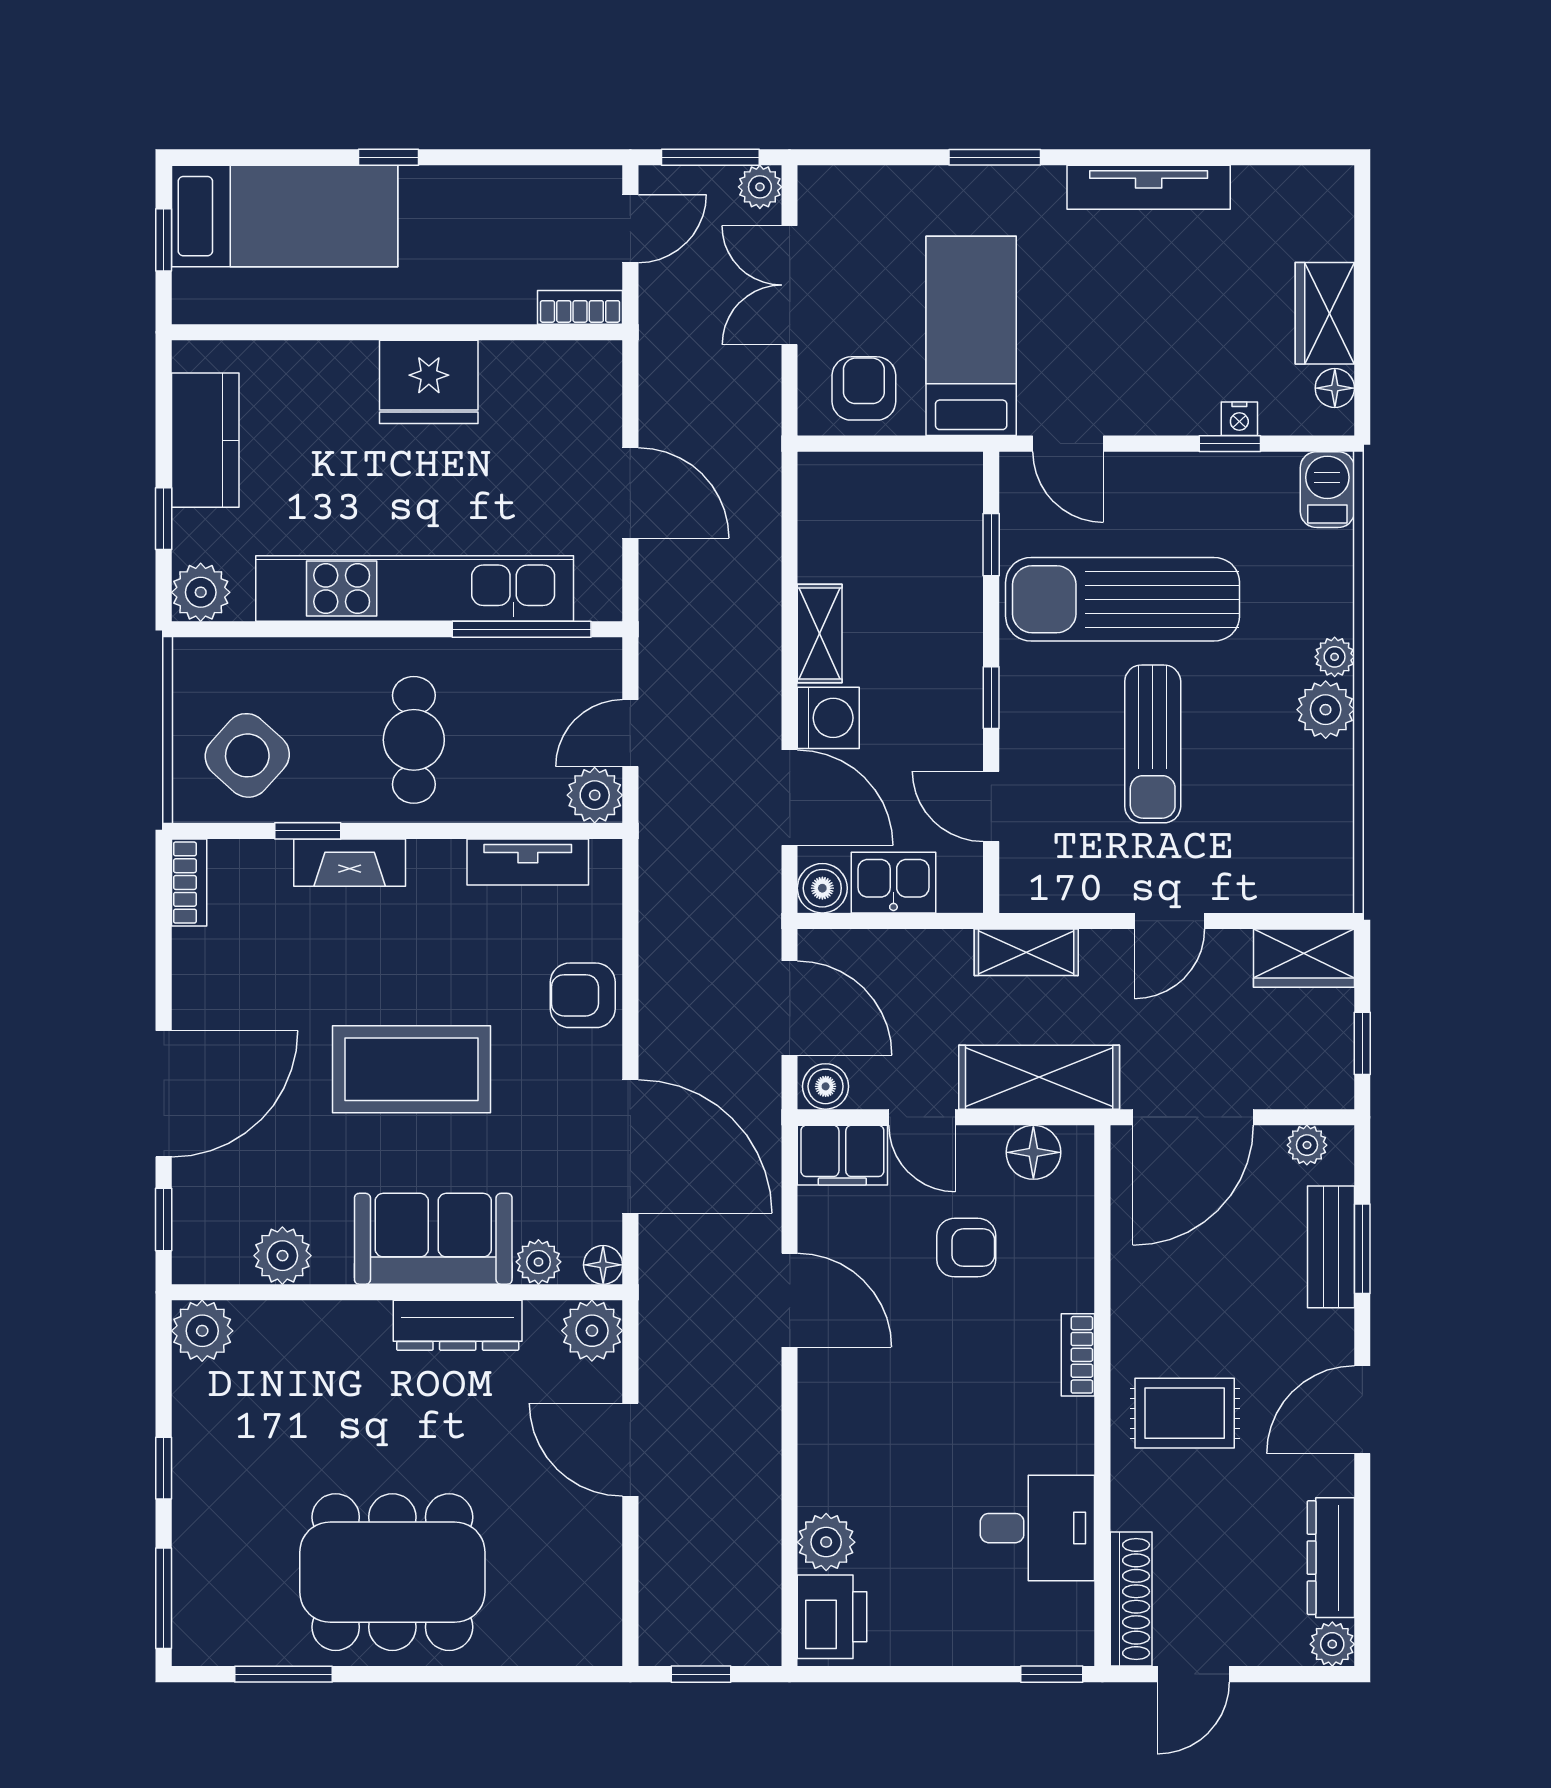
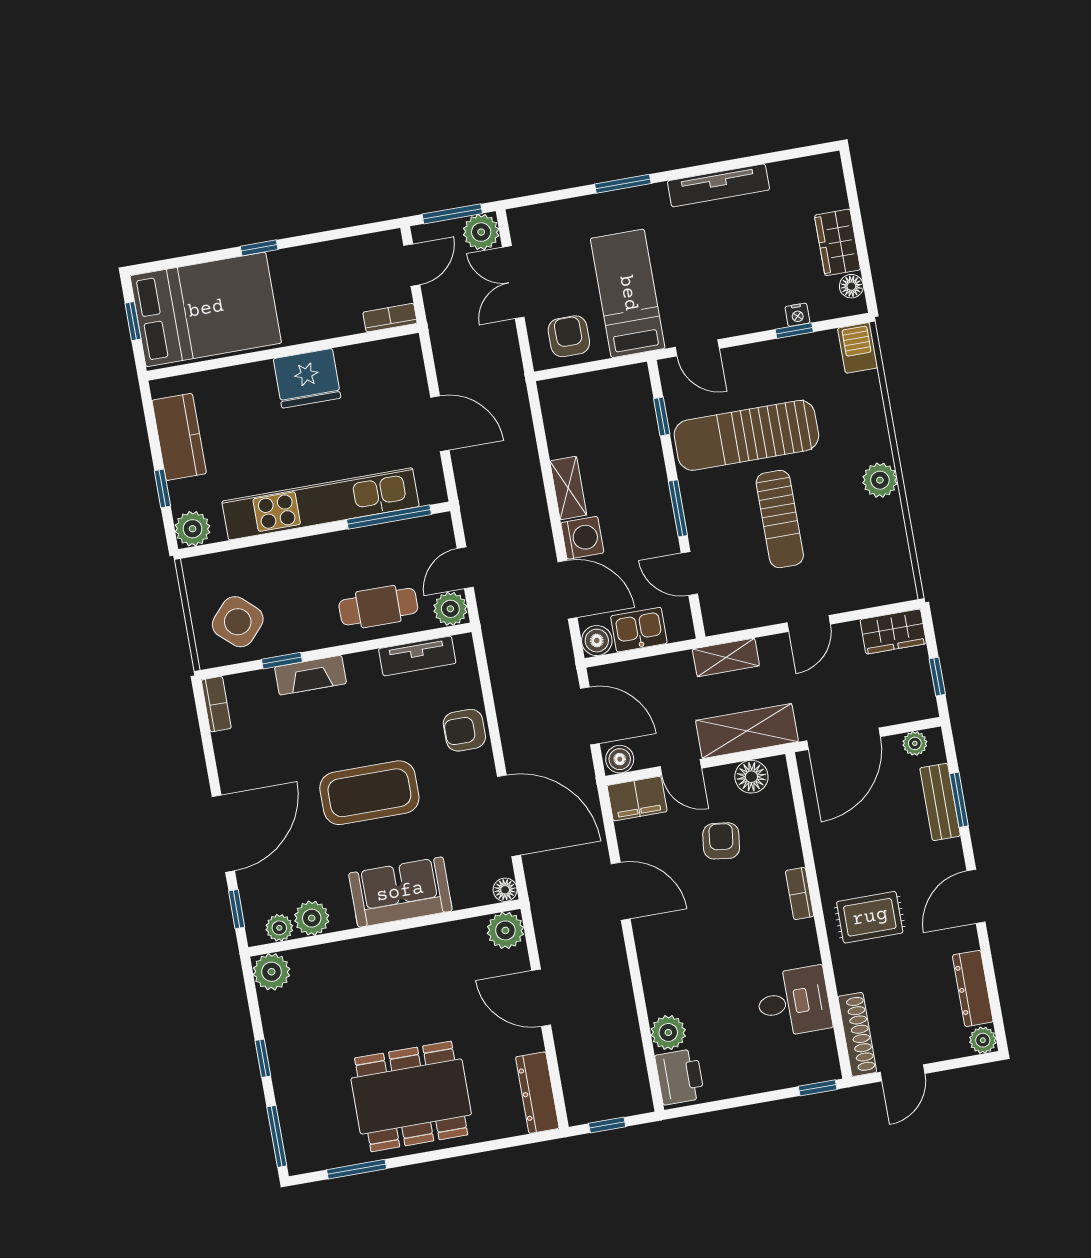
plant: (760, 187) -> (481, 232), width x1.38, depth x1.38
bed: (285, 216) -> (206, 309), width x1.50
plant: (1335, 657) -> (880, 448), removed
window: (991, 698) -> (678, 508), width x1.50
cafe table: (414, 740) -> (378, 607), moved, turned 90
armchair: (966, 1248) -> (721, 841), turned -83
plant: (538, 1262) -> (279, 928), moved
dresser: (458, 1325) -> (537, 1093), moved, turned 90

